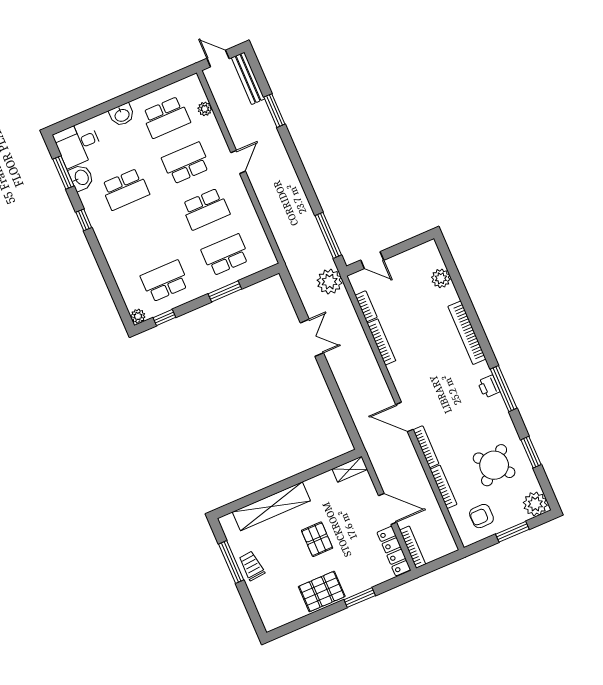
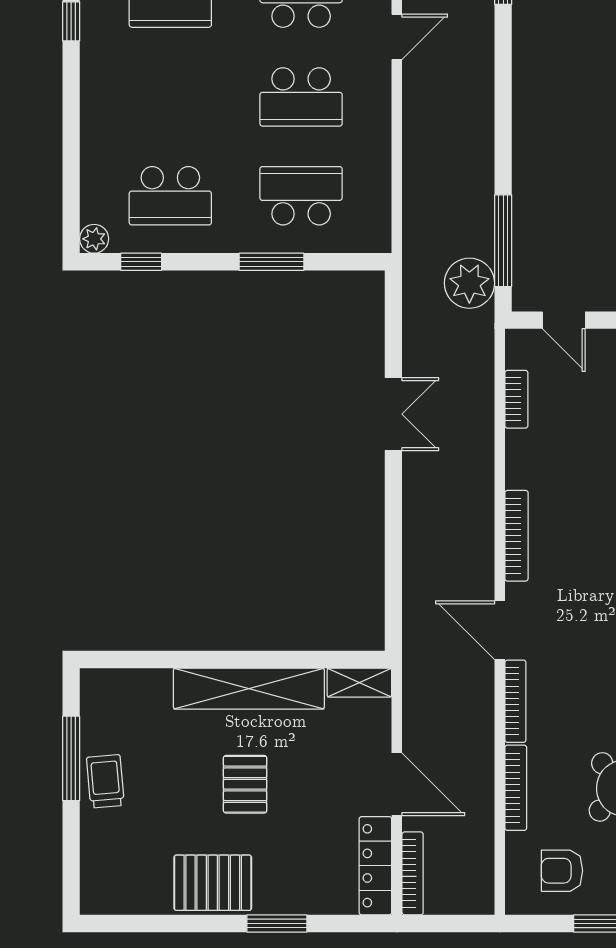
school desk: (165, 281) -> (170, 196), turned 180
plant: (330, 282) -> (469, 283), moved
bookcase: (381, 342) -> (516, 536), moved
shelving: (271, 506) -> (249, 689), moved

